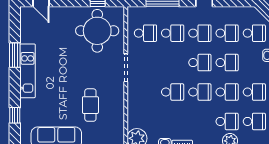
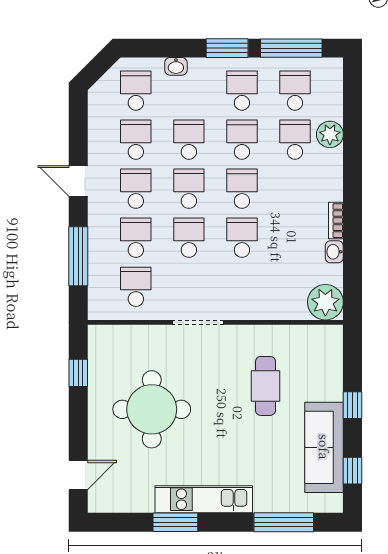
round table: (97, 31) -> (152, 409), moved
school desk: (173, 63) -> (189, 238), added
cafe table: (90, 105) -> (265, 386), turned 90
window: (15, 115) -> (284, 522), width x2.17

